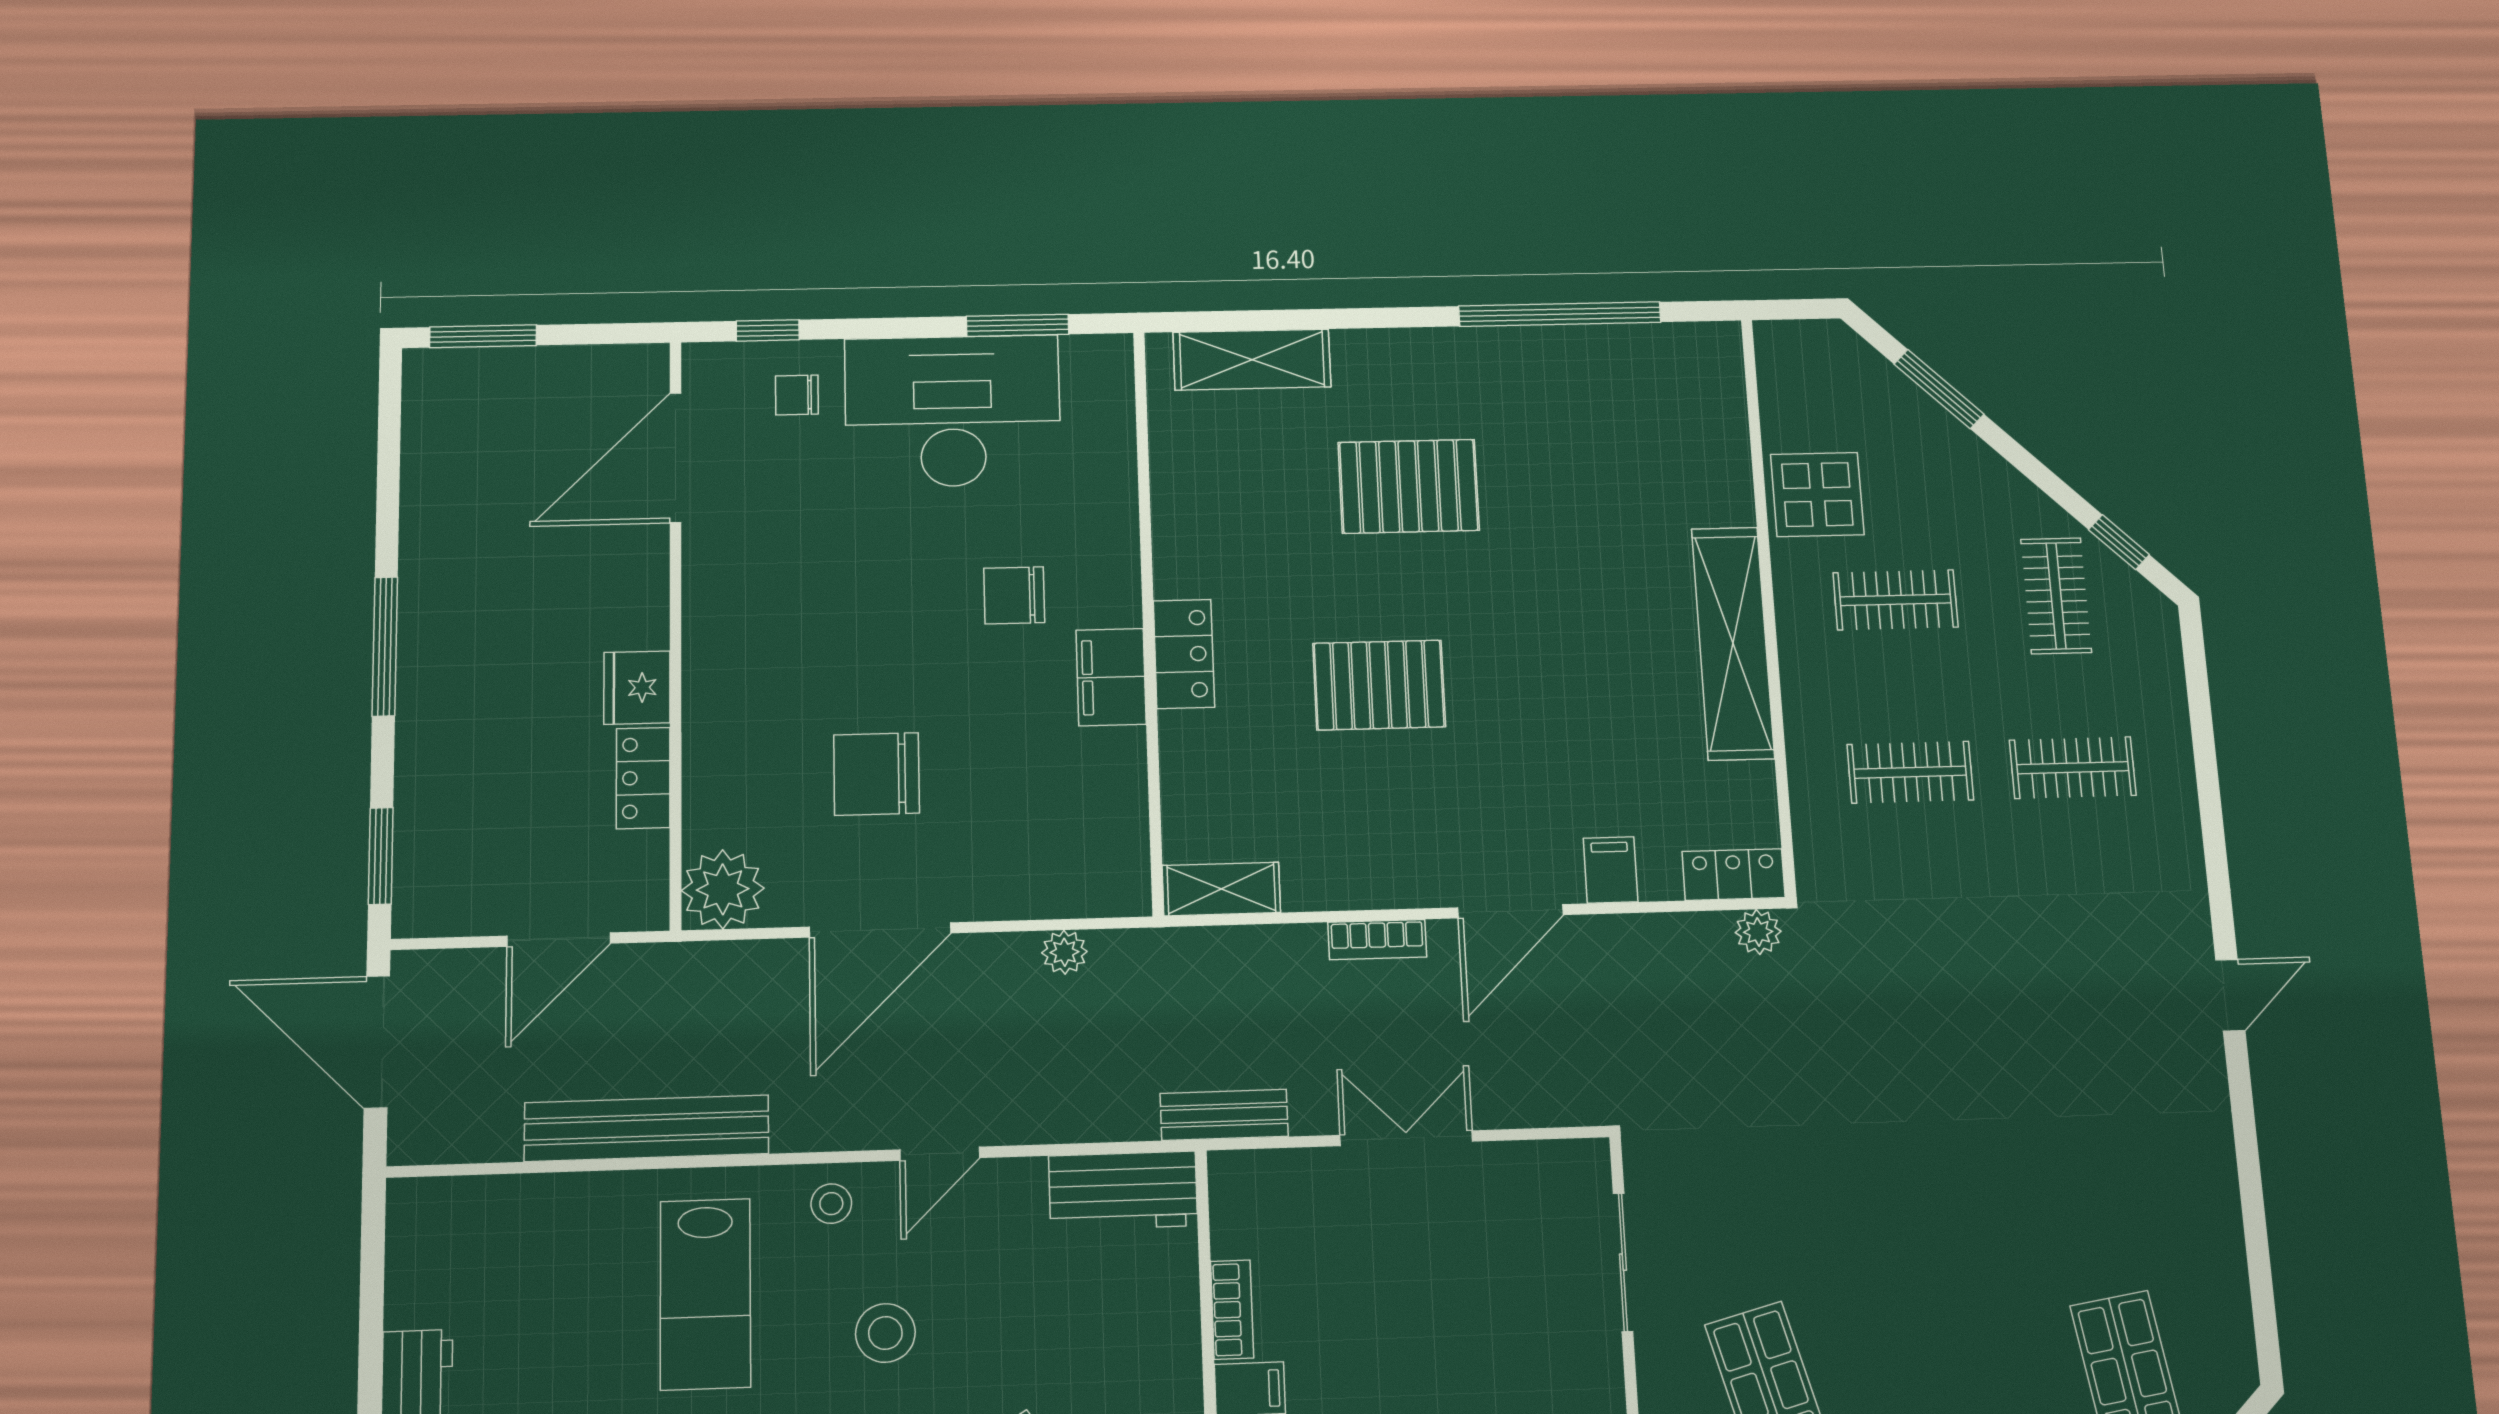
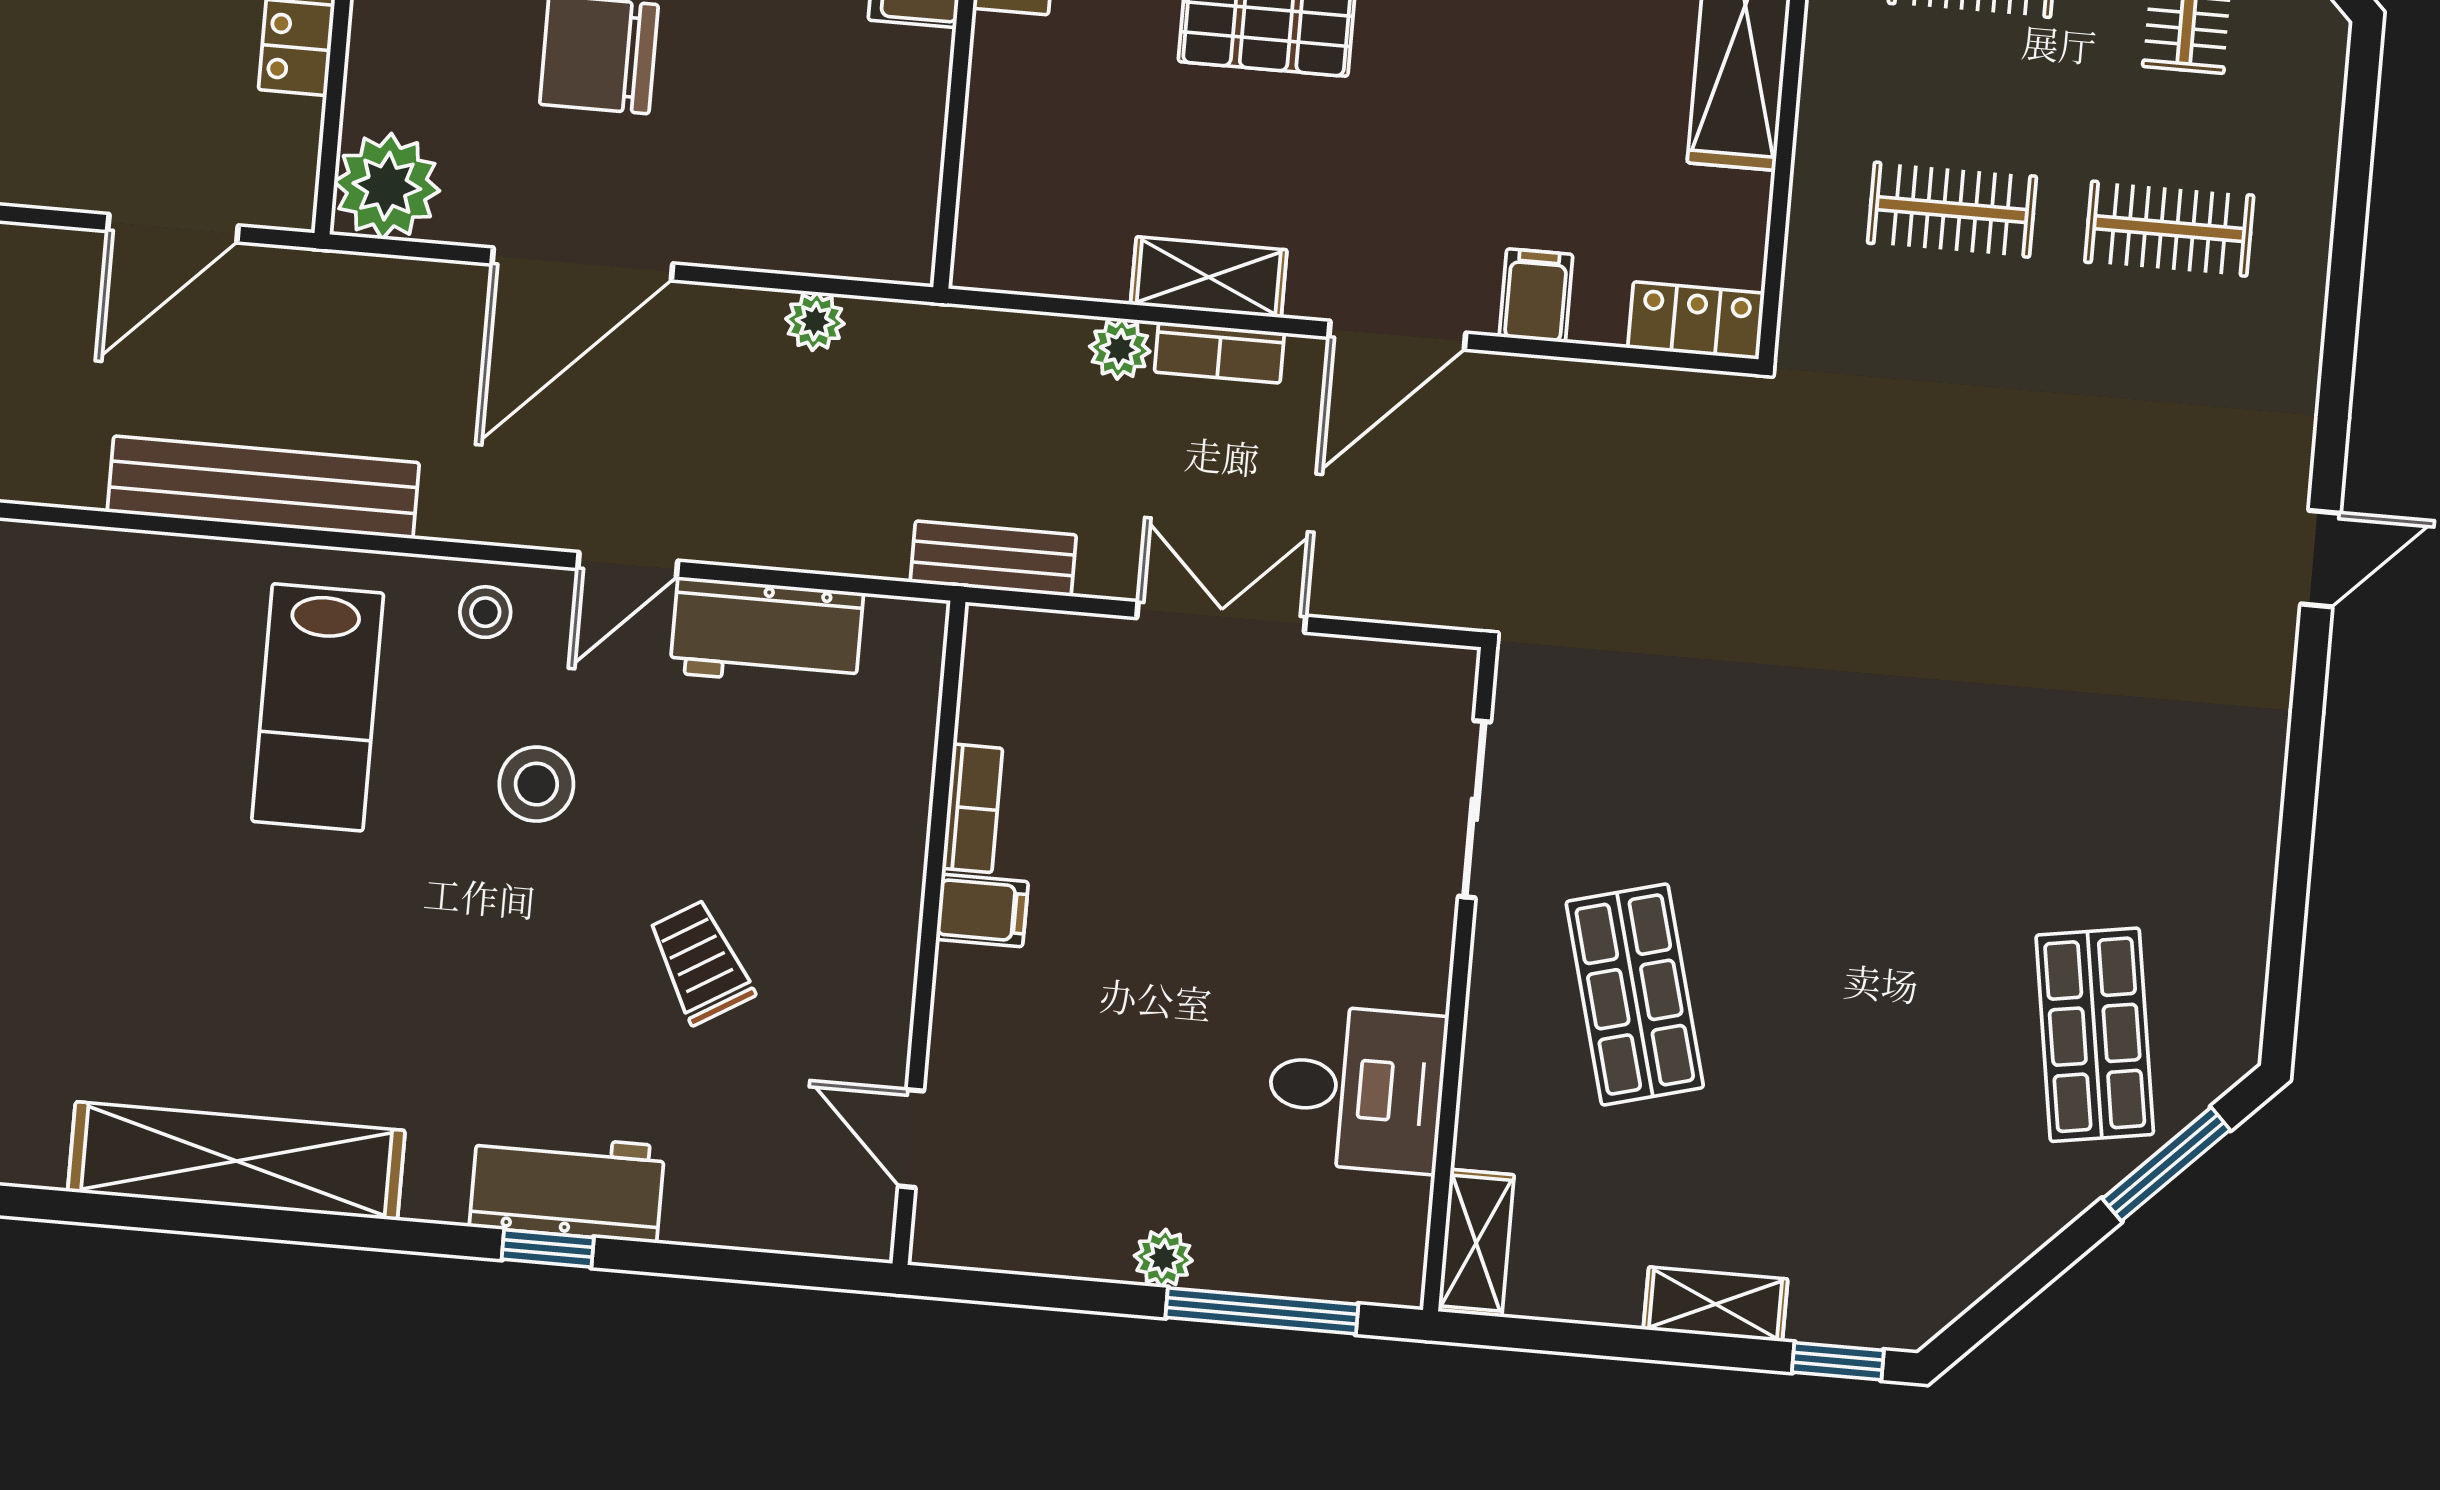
shelving: (1221, 889) -> (1209, 277), moved
plant: (1758, 932) -> (1120, 349), moved
workbench: (1123, 1191) -> (767, 633), moved

